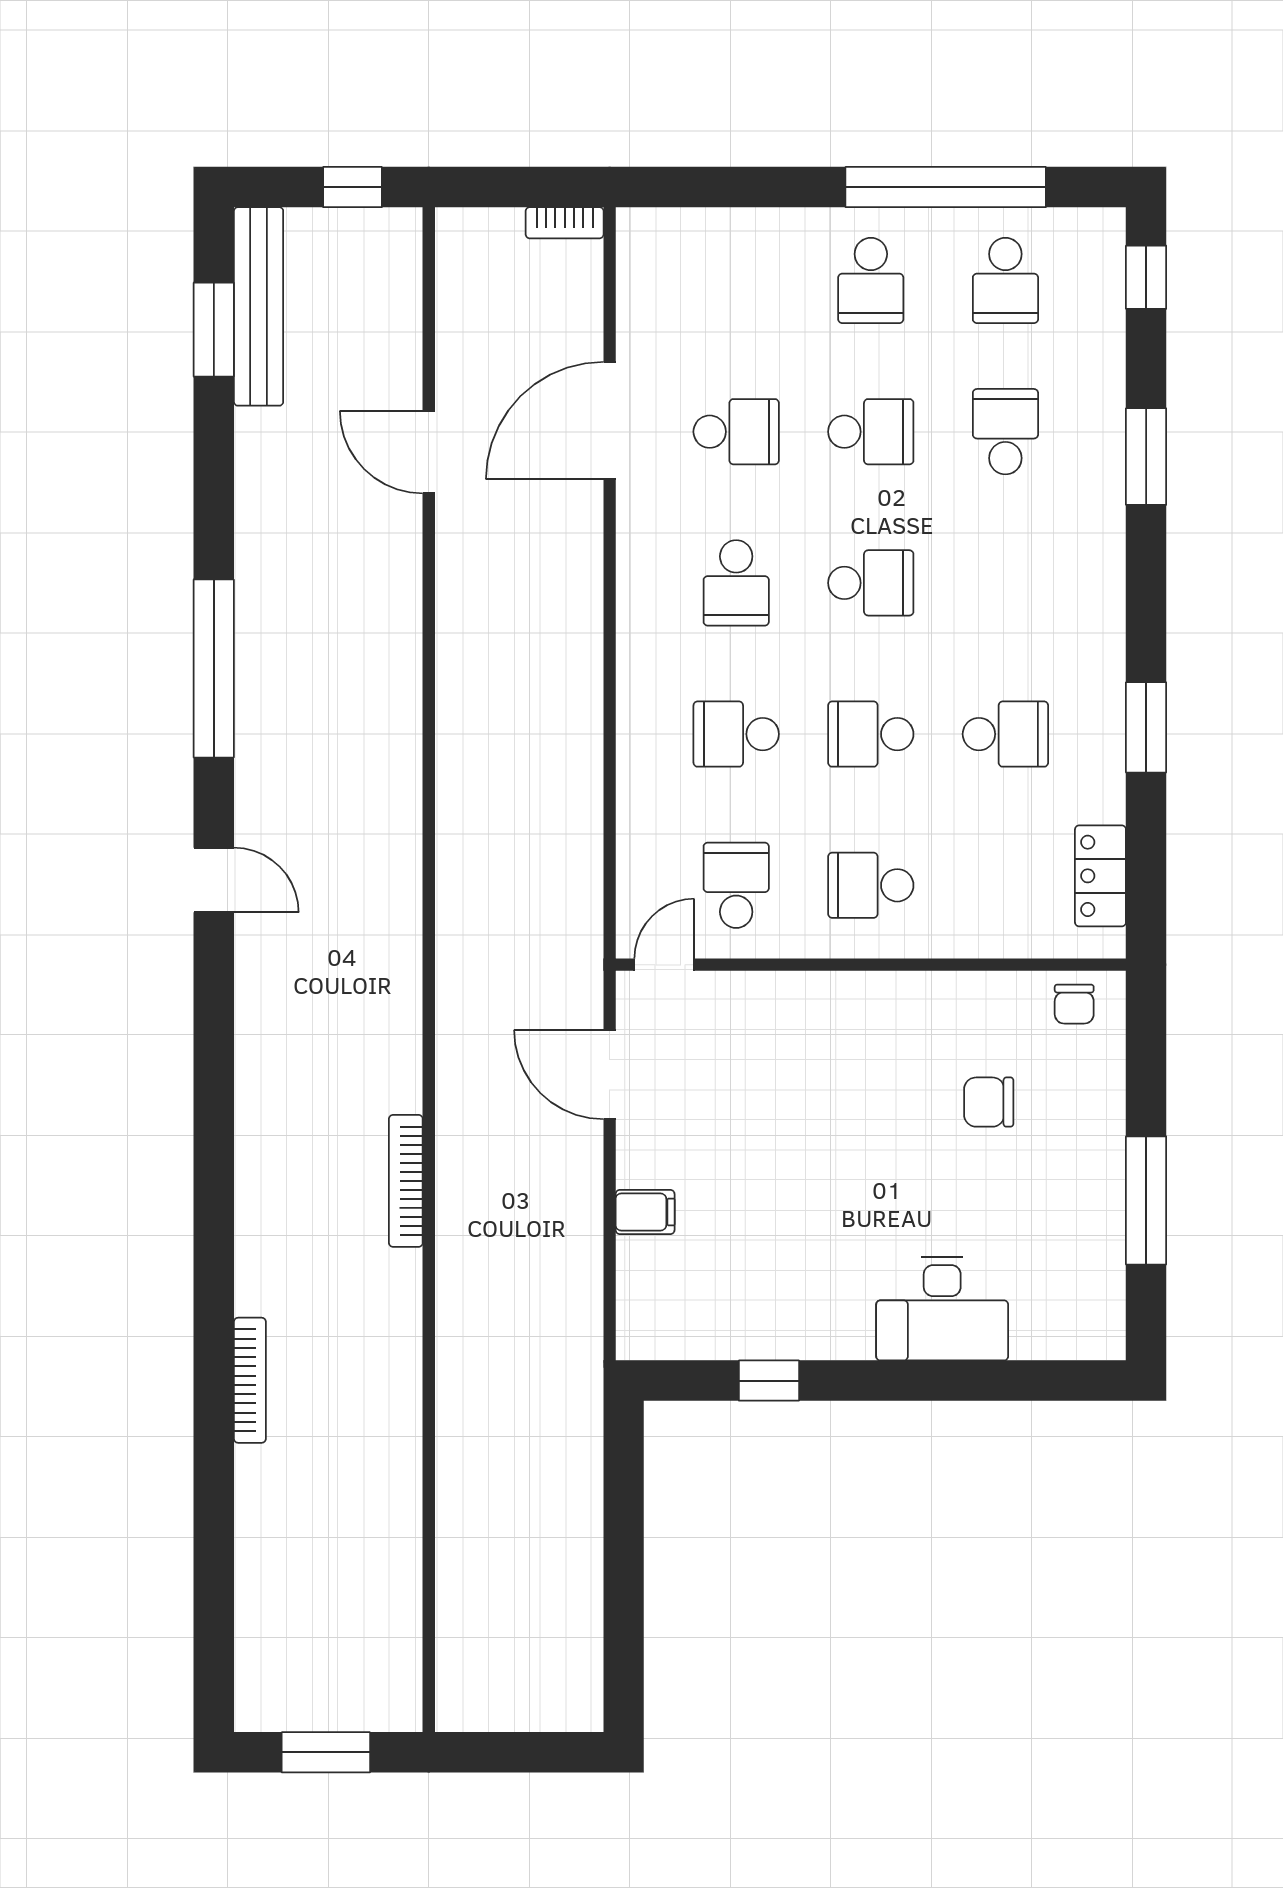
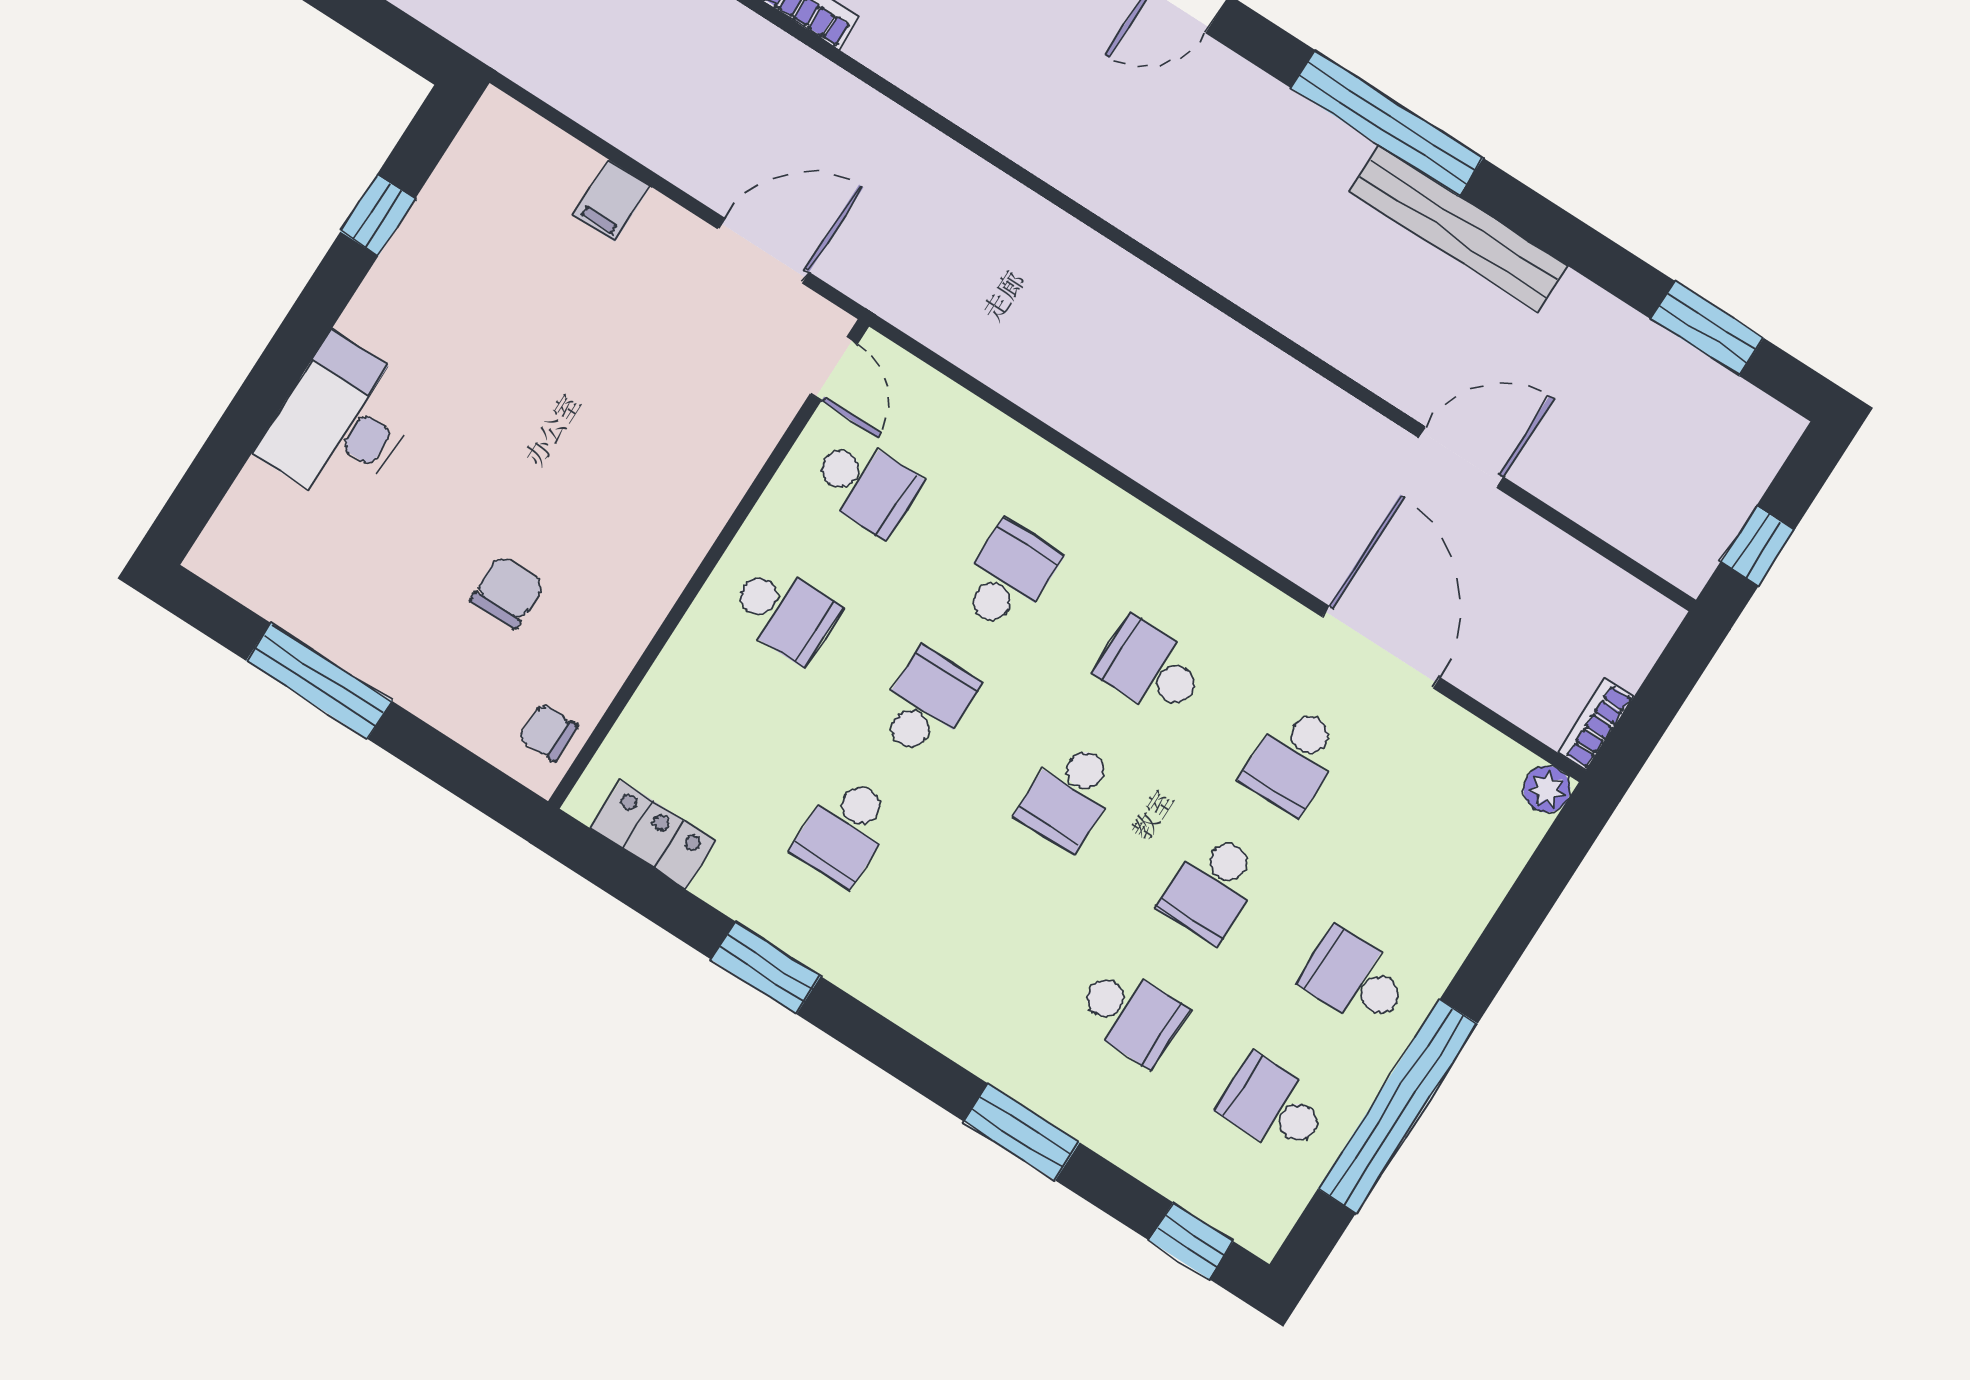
plant: (636, 228) -> (1547, 789), added
bench: (259, 306) -> (1458, 228), moved
school desk: (871, 885) -> (784, 612), turned 90

